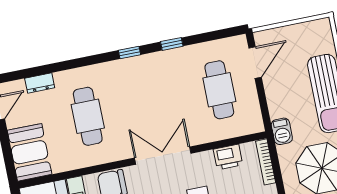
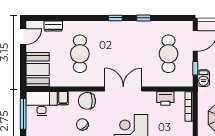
window: (263, 103) -> (195, 68), added
barbecue: (282, 131) -> (203, 78), moved

